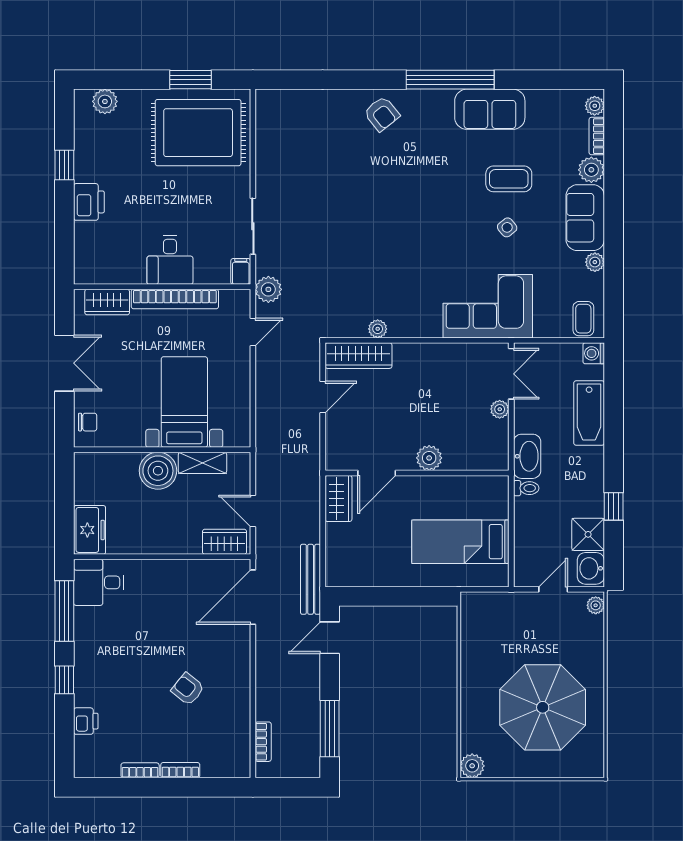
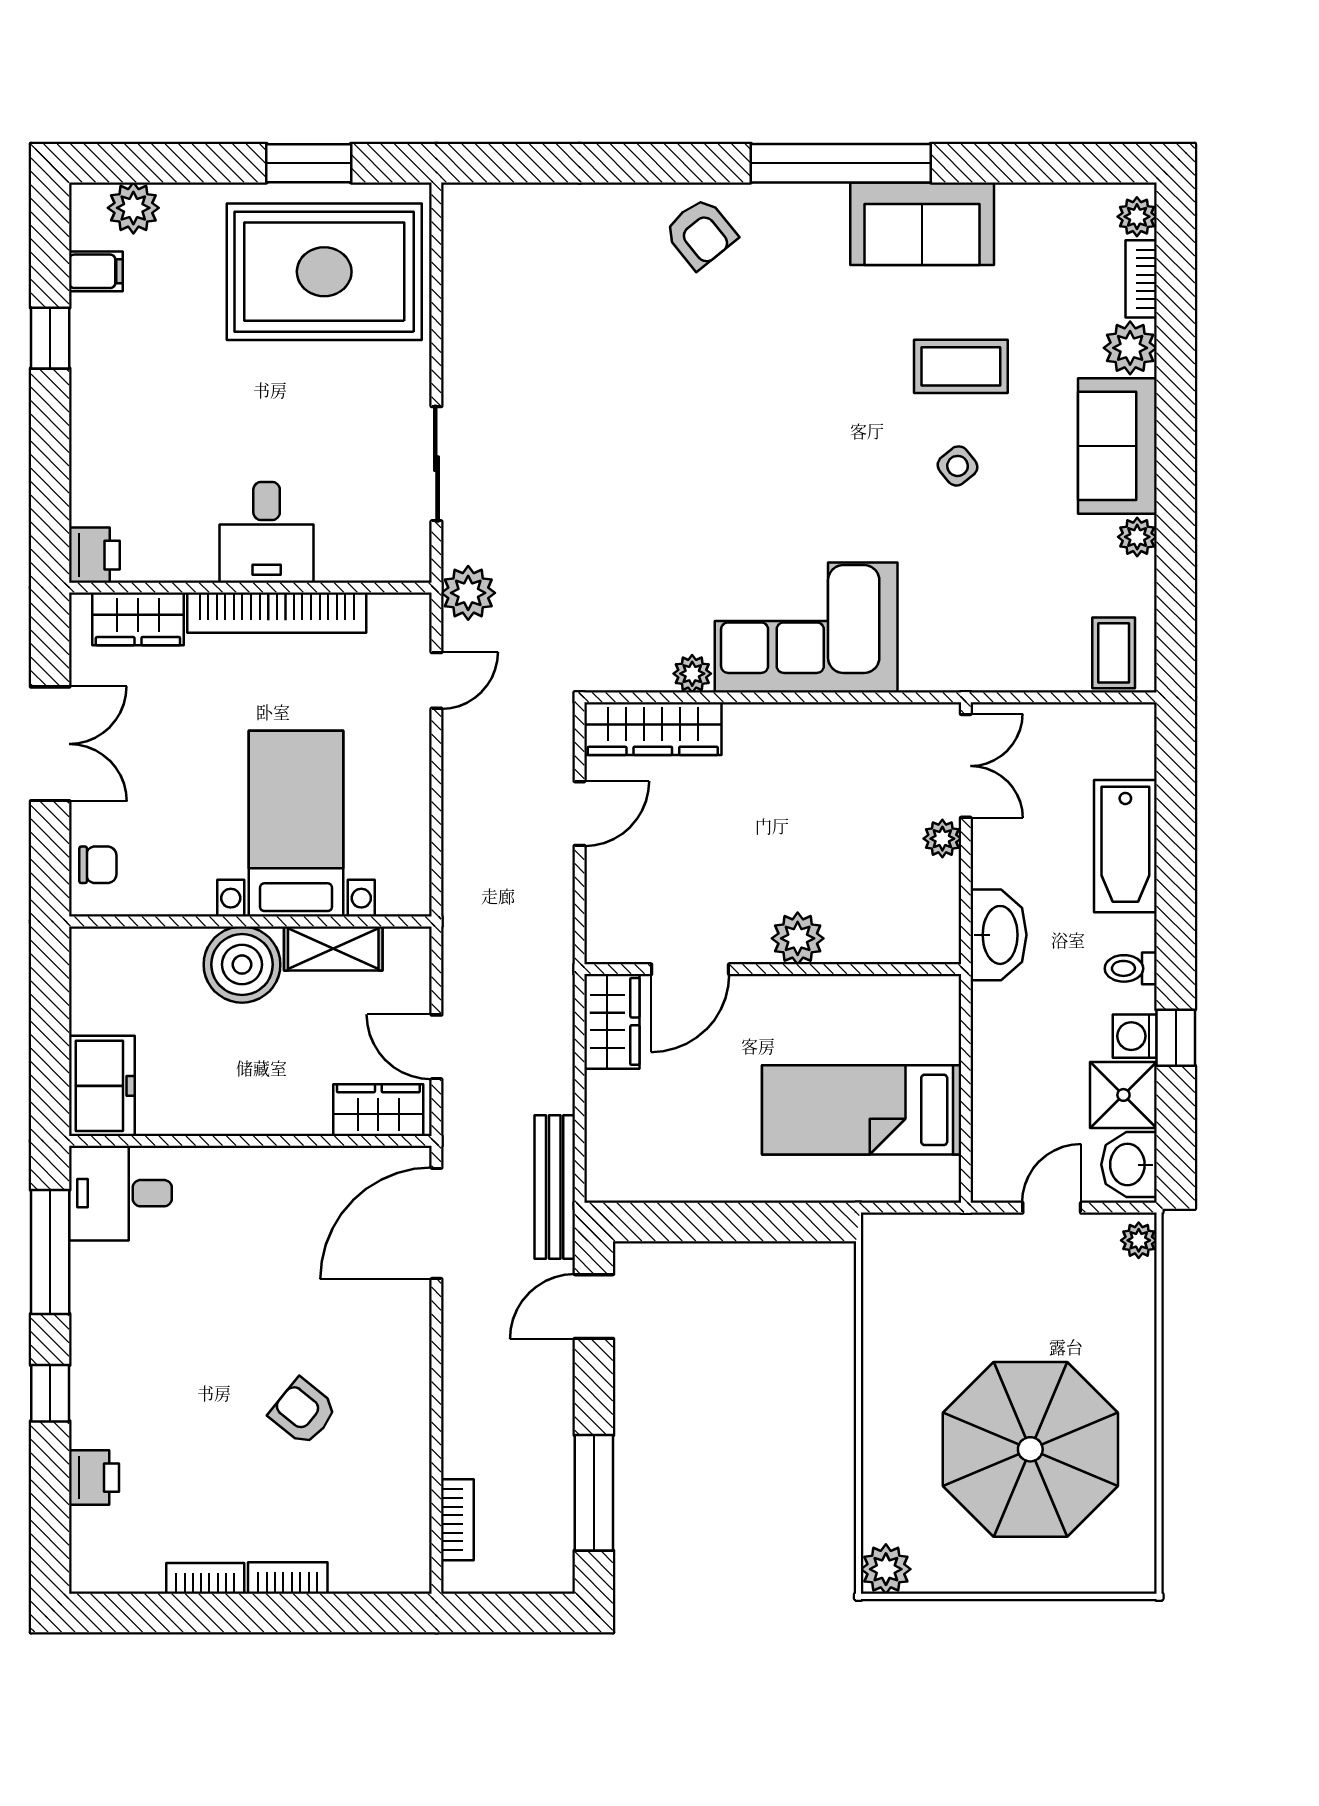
printer: (89, 202) -> (94, 555), moved, width x0.73, depth x0.81
filing cabinet: (241, 271) -> (96, 271), moved, turned 90
corner sofa: (488, 306) -> (806, 627), moved
washing machine: (594, 353) -> (1135, 1036), moved
toilet: (526, 488) -> (1131, 968), moved, turned 180

